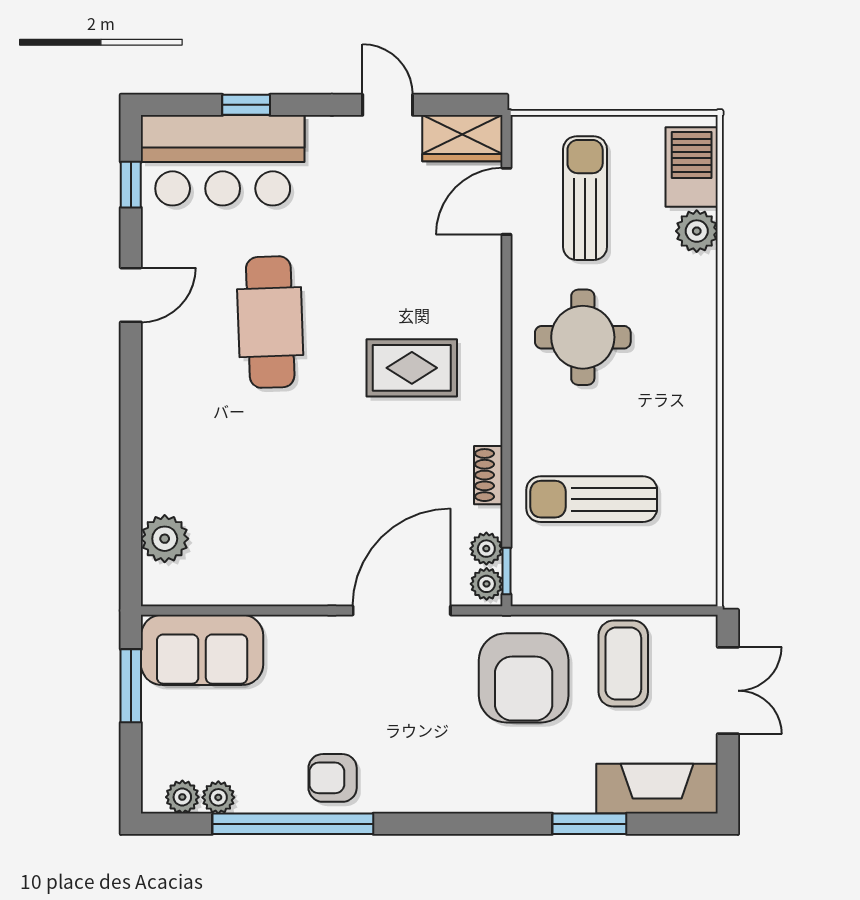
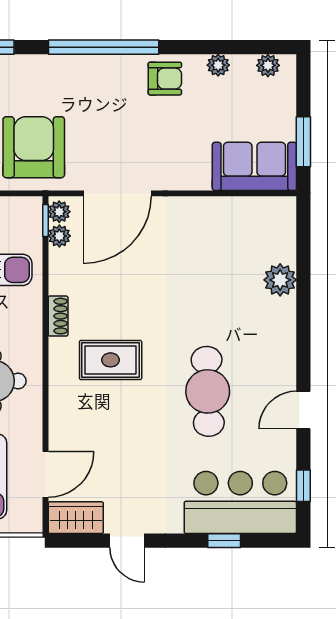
shoe rack: (488, 475) -> (58, 316), moved
plant: (165, 539) -> (280, 280), moved
plant: (218, 797) -> (218, 65), moved
window: (293, 824) -> (104, 47), moved

